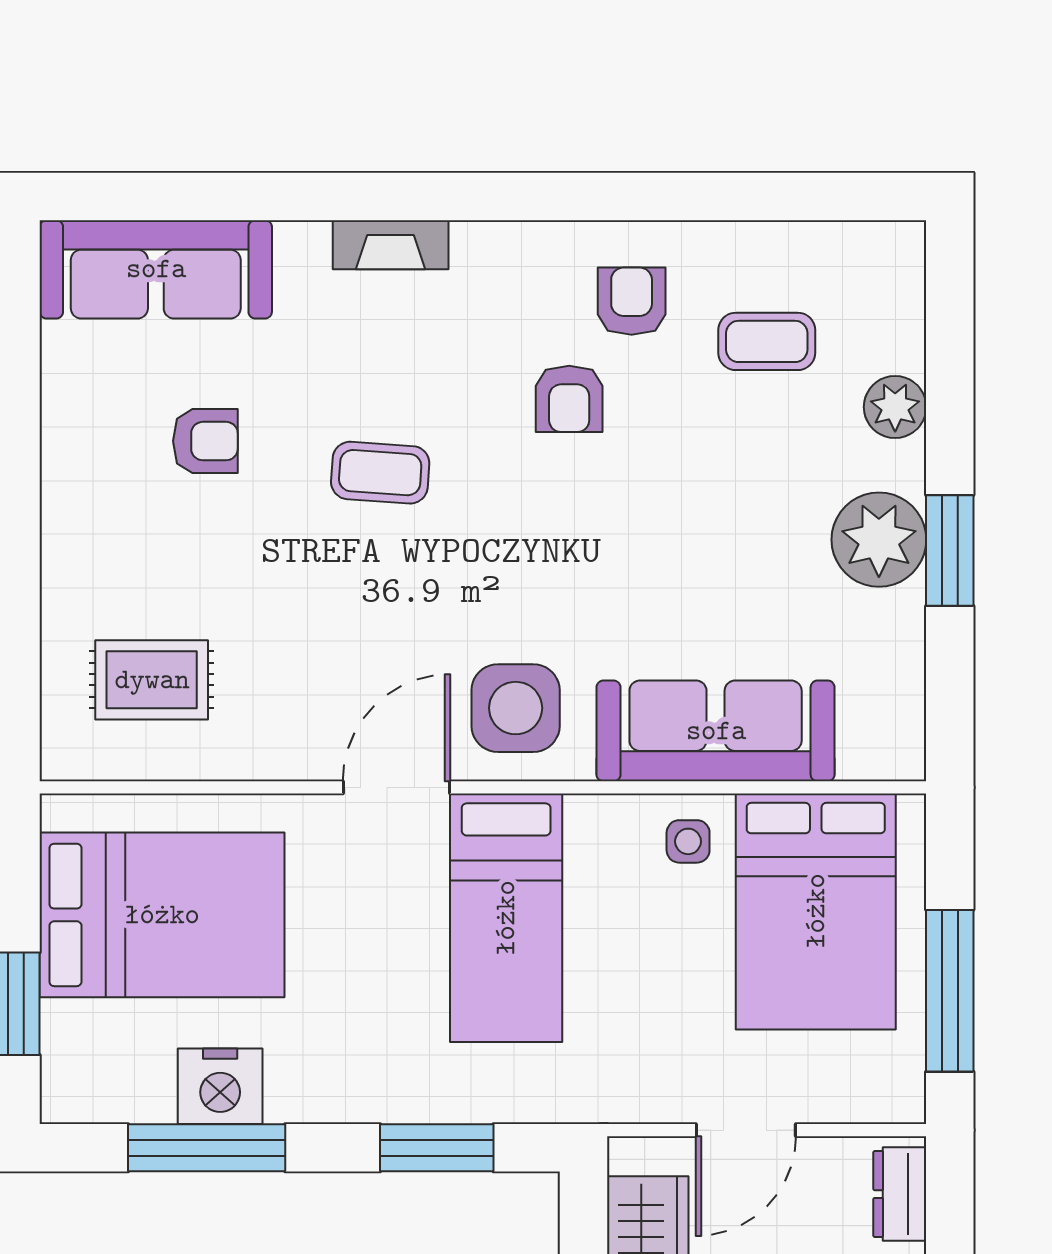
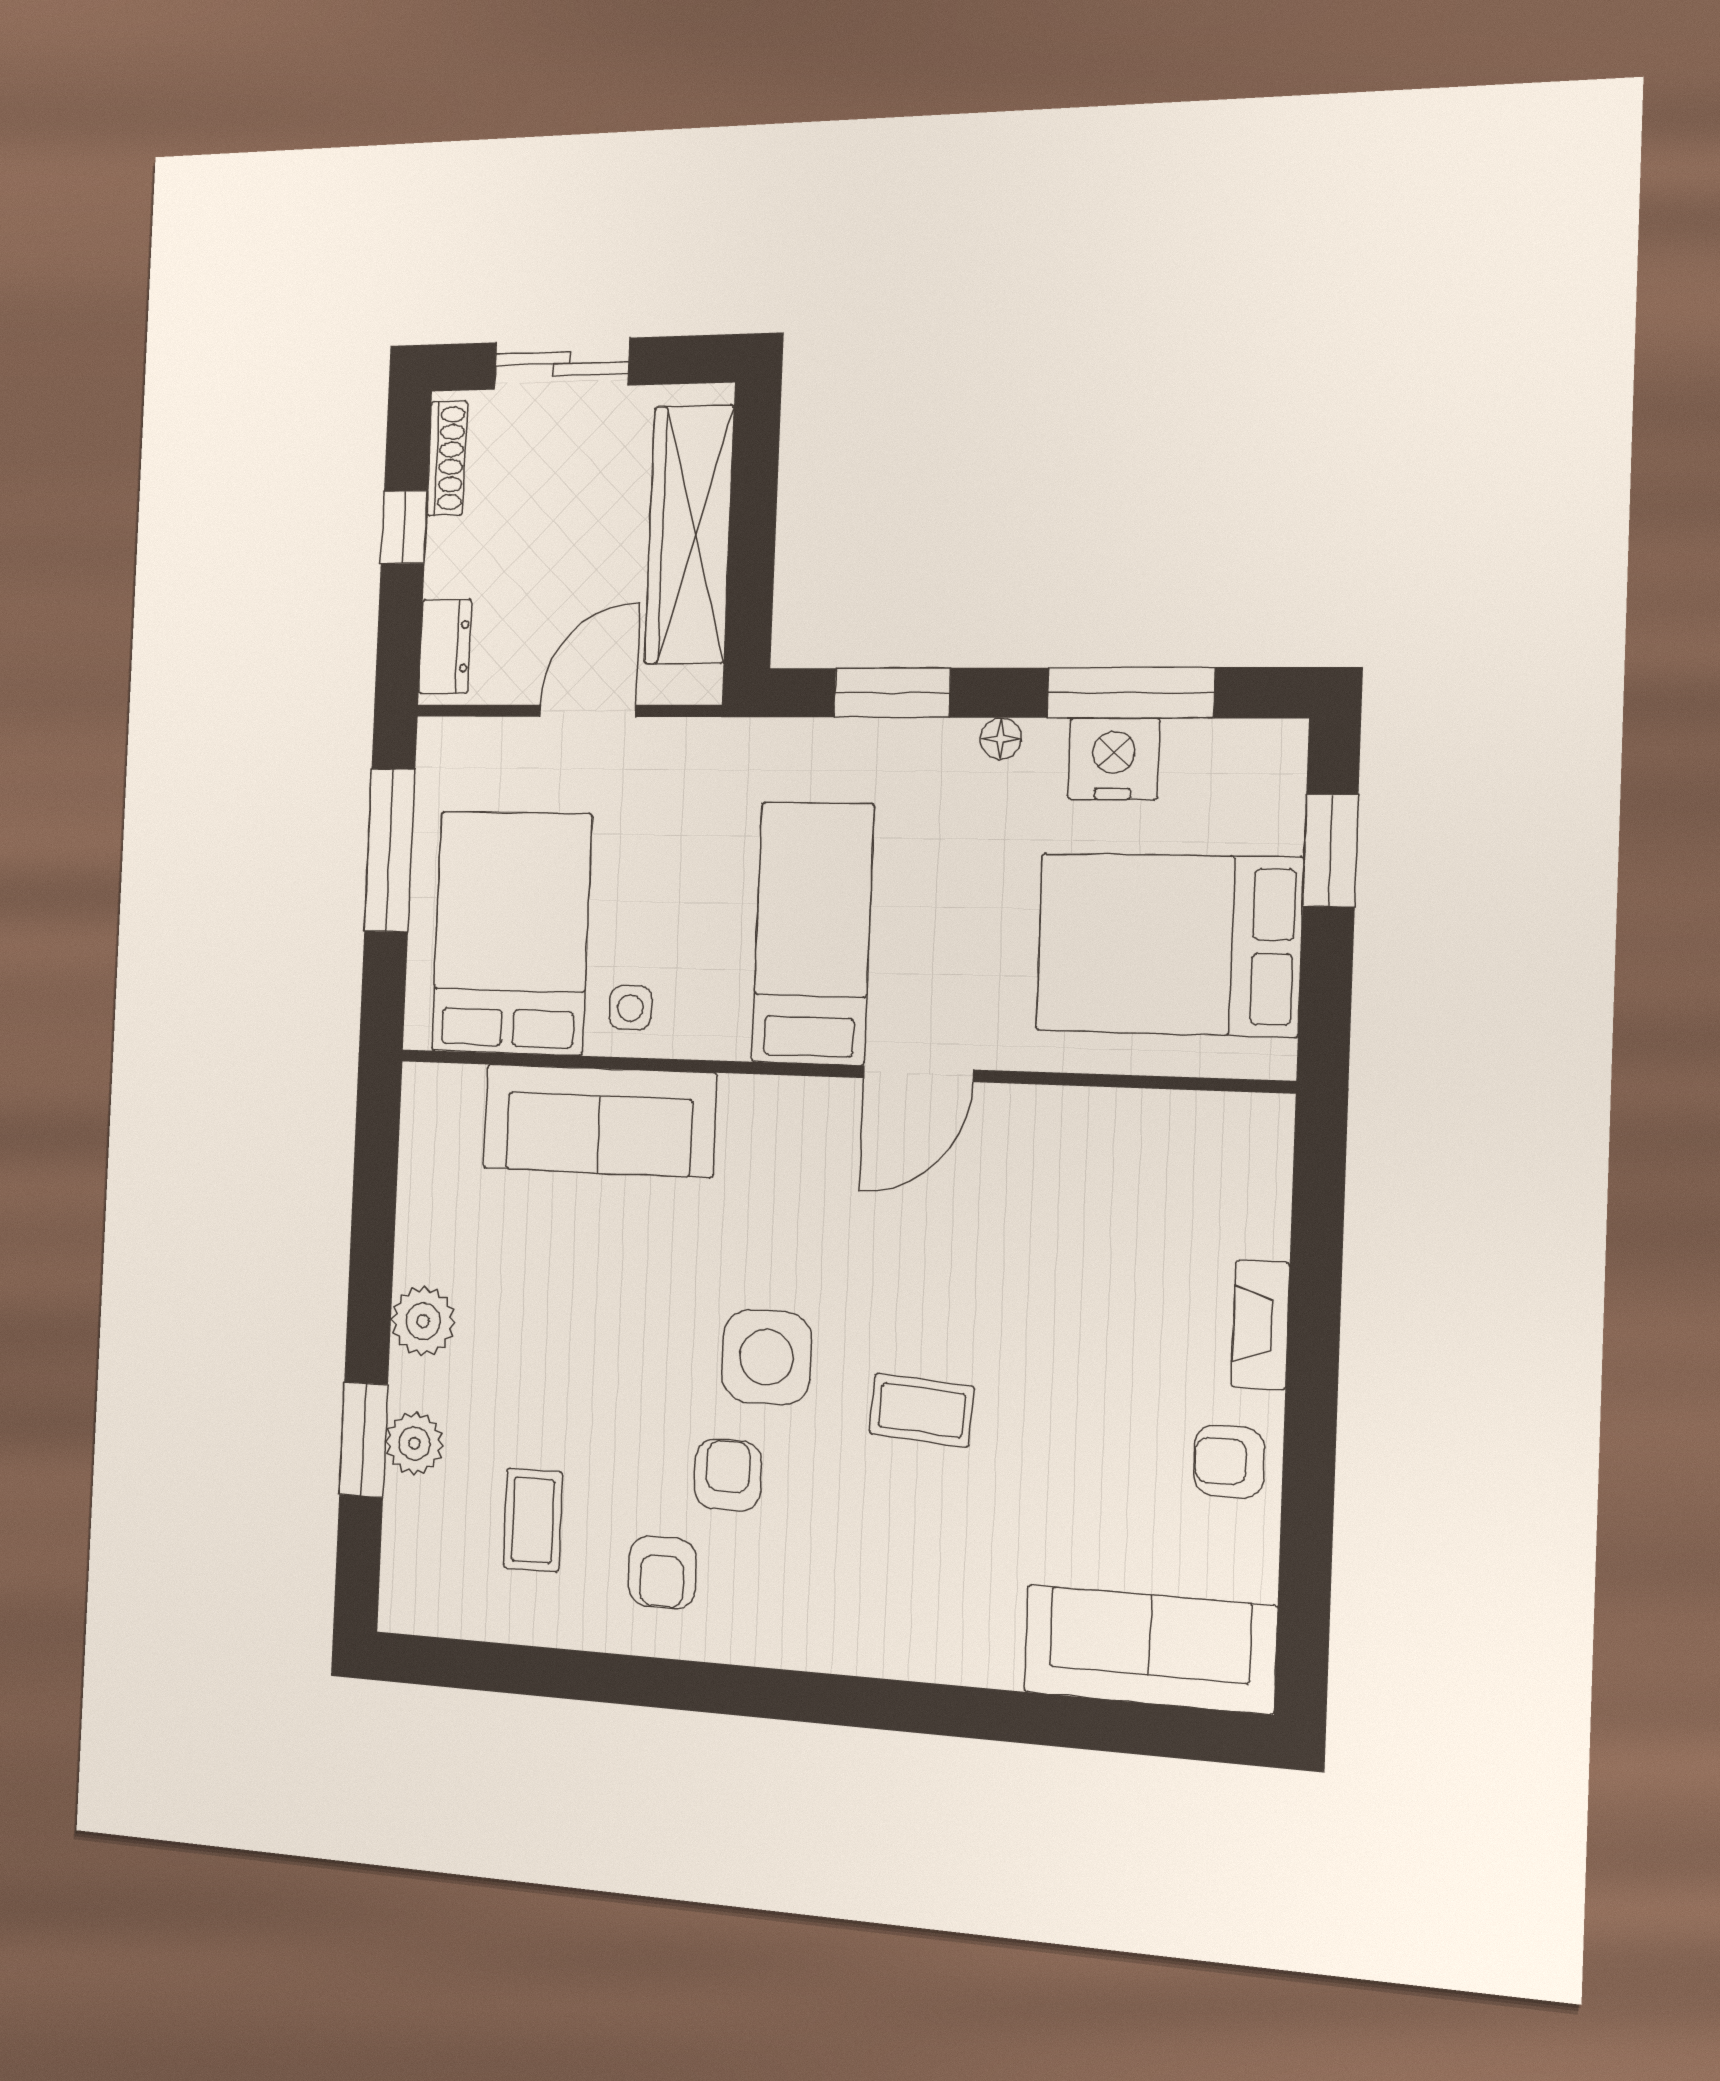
fireplace: (391, 245) -> (1261, 1325), moved, turned -90
coffee table: (767, 341) -> (533, 1520), turned 90
armchair: (205, 441) -> (1229, 1462), moved
plant: (879, 540) -> (423, 1321), width x0.73, depth x0.73
window: (950, 550) -> (364, 1440), moved
rug: (152, 680) -> (1170, 1200), removed
side table: (516, 708) -> (766, 1357), moved
floor lamp: (329, 1105) -> (1001, 739), added

